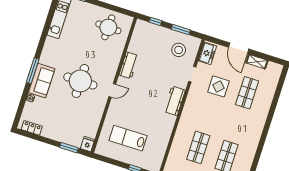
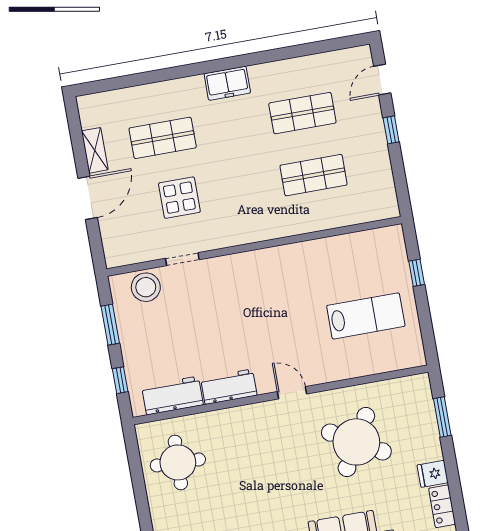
stool: (179, 50) -> (146, 287), moved
freezer: (207, 53) -> (227, 83), moved, turned 180
round table: (80, 81) -> (356, 442), moved, turned 30
workbench: (175, 101) -> (172, 395), moved, turned 180
lab bench: (128, 138) -> (366, 316), turned -90
fridge: (88, 144) -> (433, 474), moved

